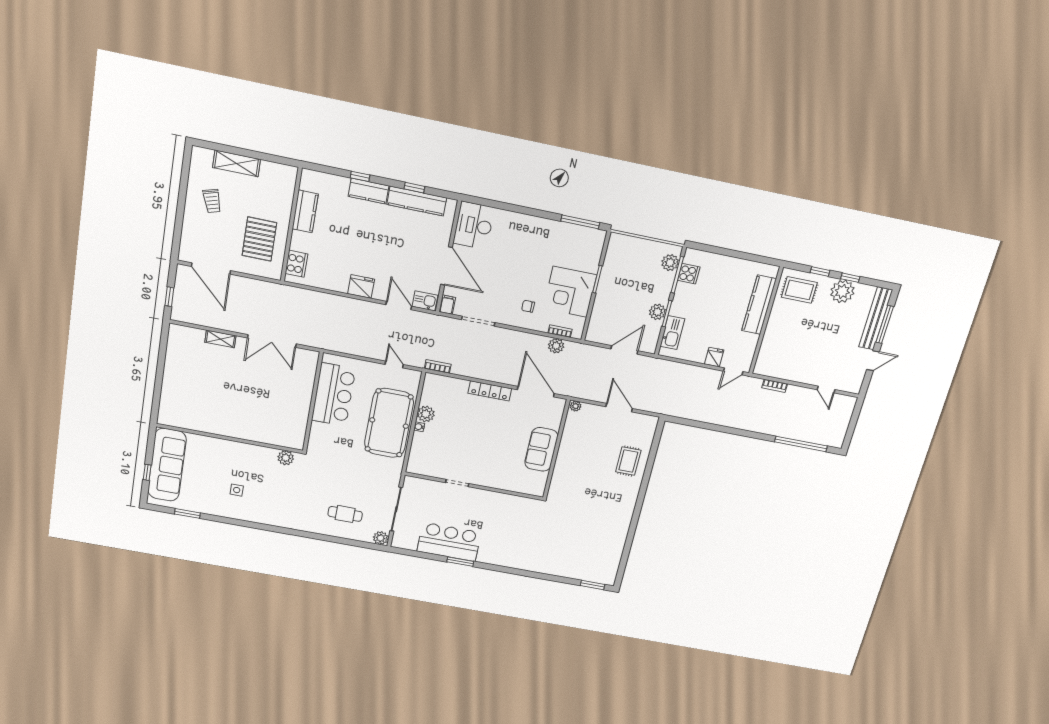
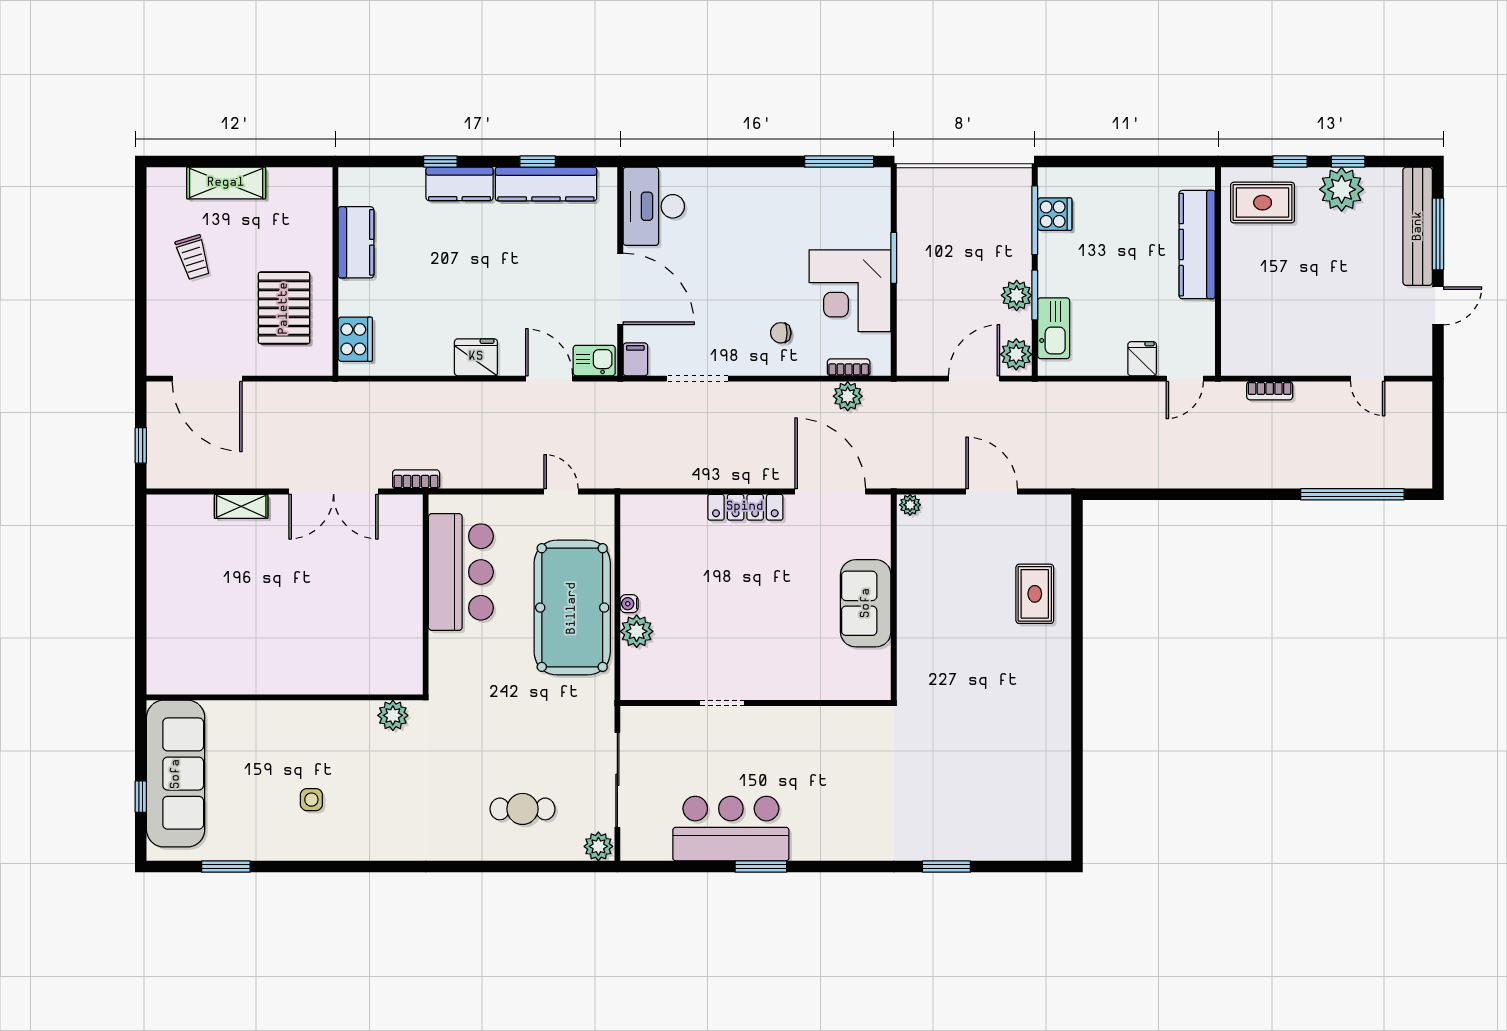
plant: (670, 263) -> (1016, 354), moved
bookcase: (438, 366) -> (416, 479), moved
plant: (426, 414) -> (637, 631), moved
window: (593, 585) -> (946, 867), moved

